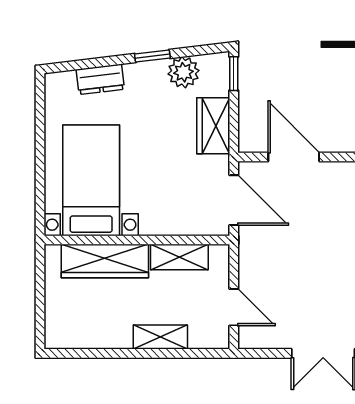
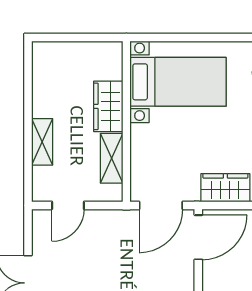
door: (294, 157) -> (198, 237), moved
wardrobe: (105, 261) -> (108, 106), width x0.67

